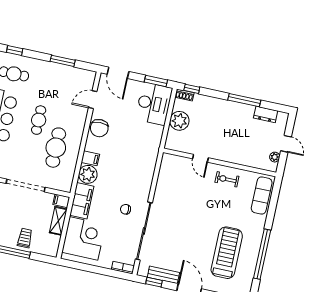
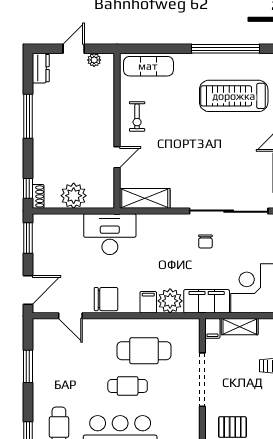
desk: (154, 104) -> (110, 234), moved
dresser: (266, 114) -> (41, 68), moved
cafe table: (39, 120) -> (128, 386), moved
shelving: (166, 172) -> (145, 198), added

